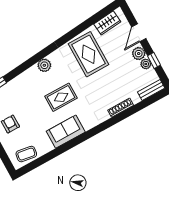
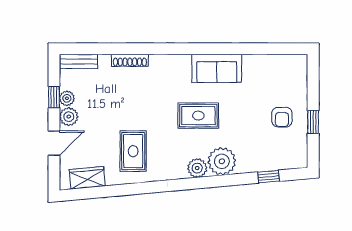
rug: (88, 54) -> (133, 151), width x0.73, depth x0.70
plant: (32, 78) -> (222, 161), added
coffee table: (26, 154) -> (283, 68), removed

